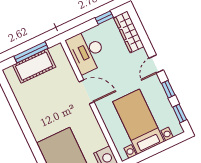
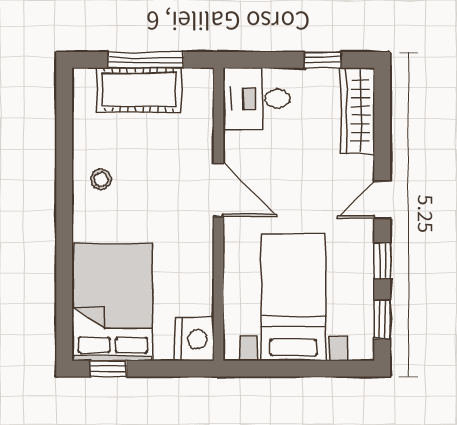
desk: (87, 51) -> (257, 99), width x0.73
stool: (36, 110) -> (101, 179), added

